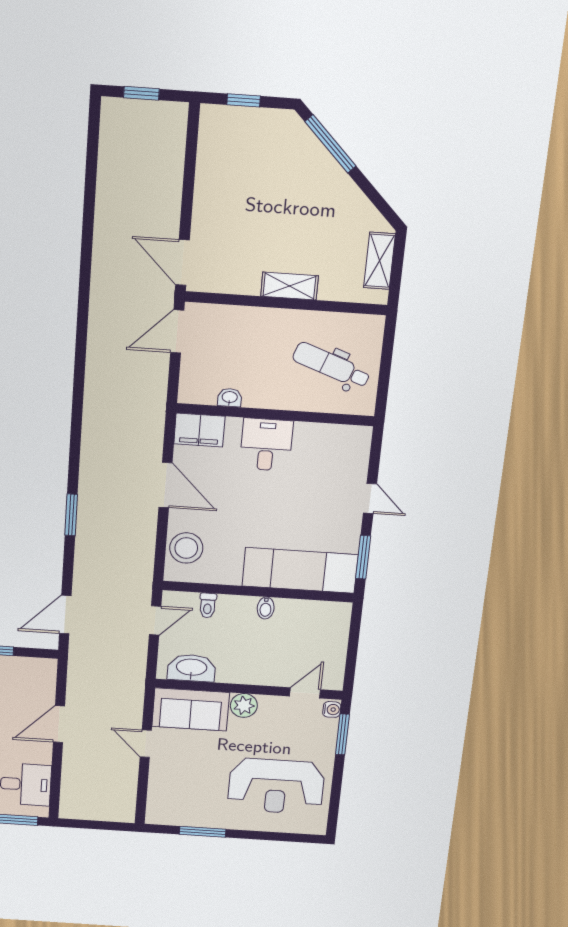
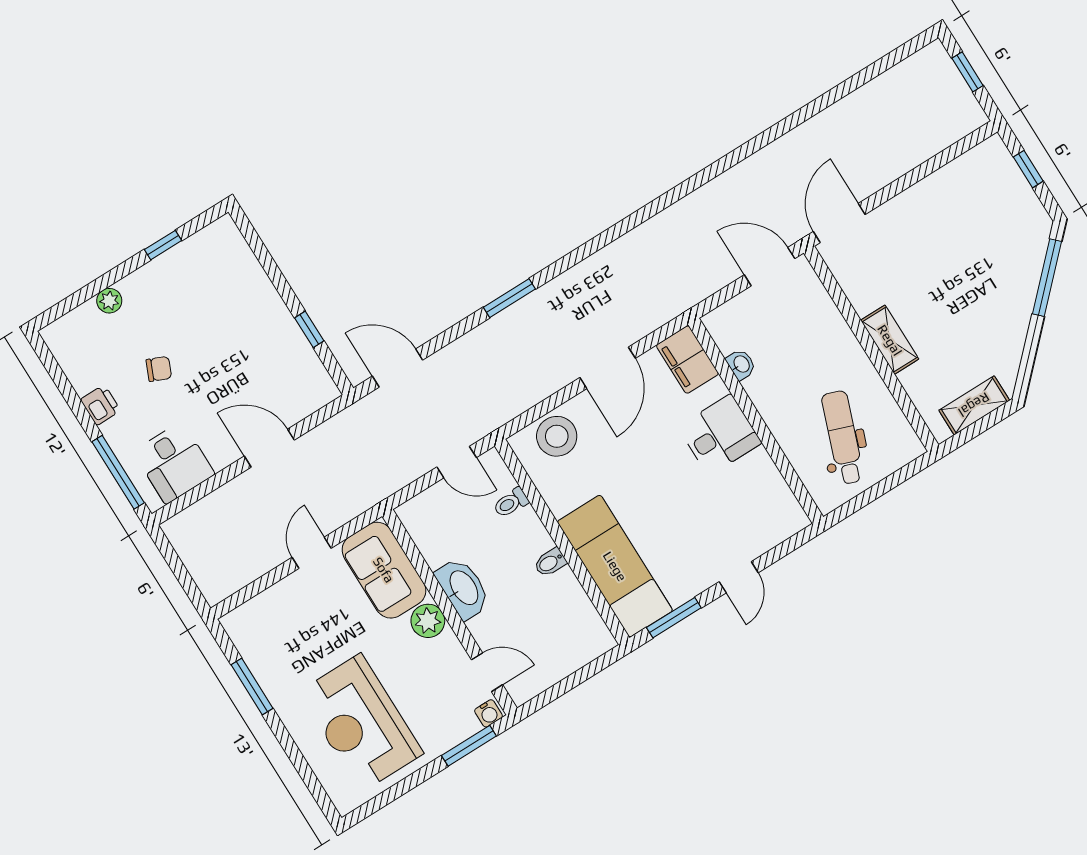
washbasin: (191, 668) -> (463, 588), moved

